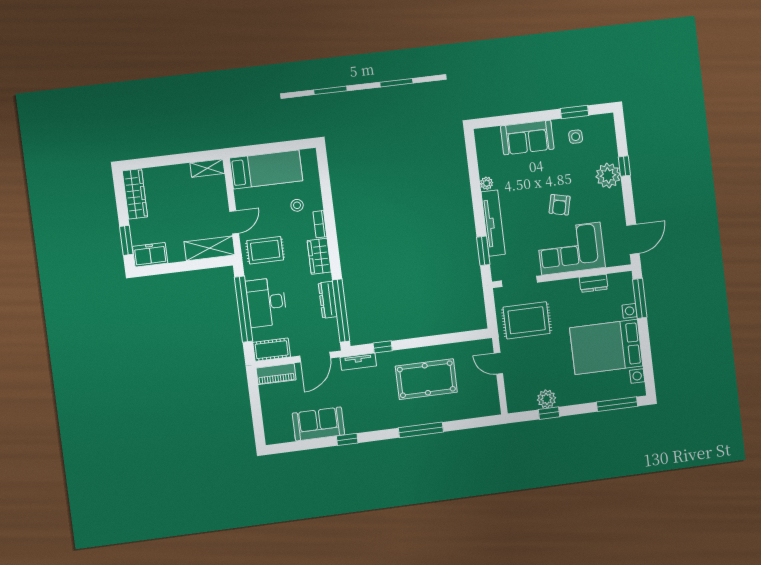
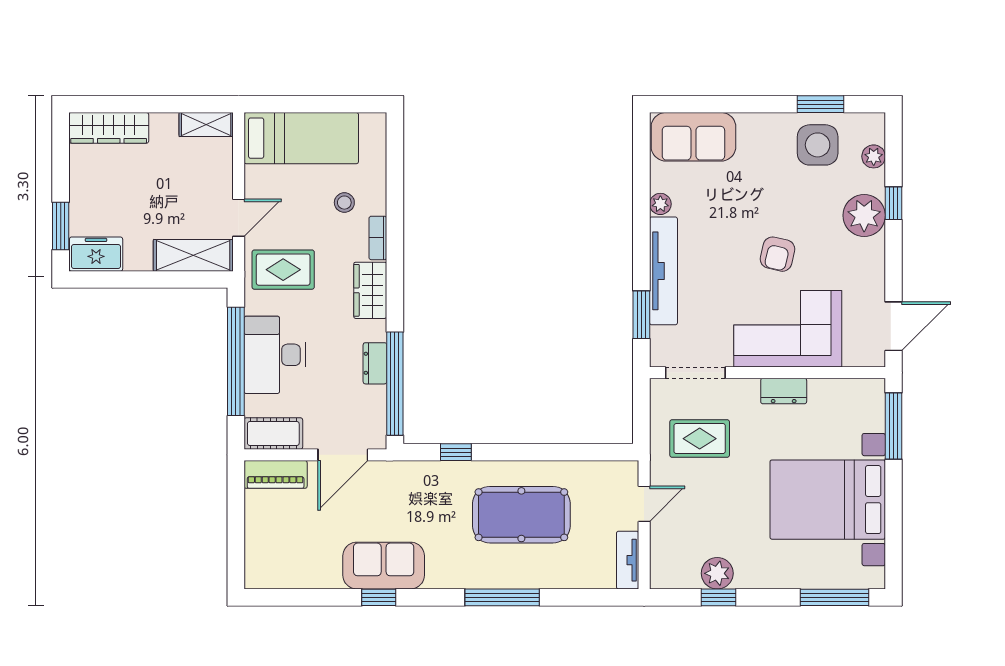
sofa: (527, 137) -> (693, 137), moved
side table: (576, 137) -> (818, 145), width x1.87, depth x1.87
plant: (609, 140) -> (874, 156), added
wardrobe: (135, 194) -> (109, 128), moved, turned 90
dresser: (594, 283) -> (784, 391), moved
dresser: (328, 300) -> (375, 363), width x0.70
rug: (527, 320) -> (700, 439), width x0.73, depth x0.70
tv unit: (358, 362) -> (628, 560), moved, turned 90
door: (498, 363) -> (644, 504), swing flipped
sofa: (318, 424) -> (384, 566), moved

